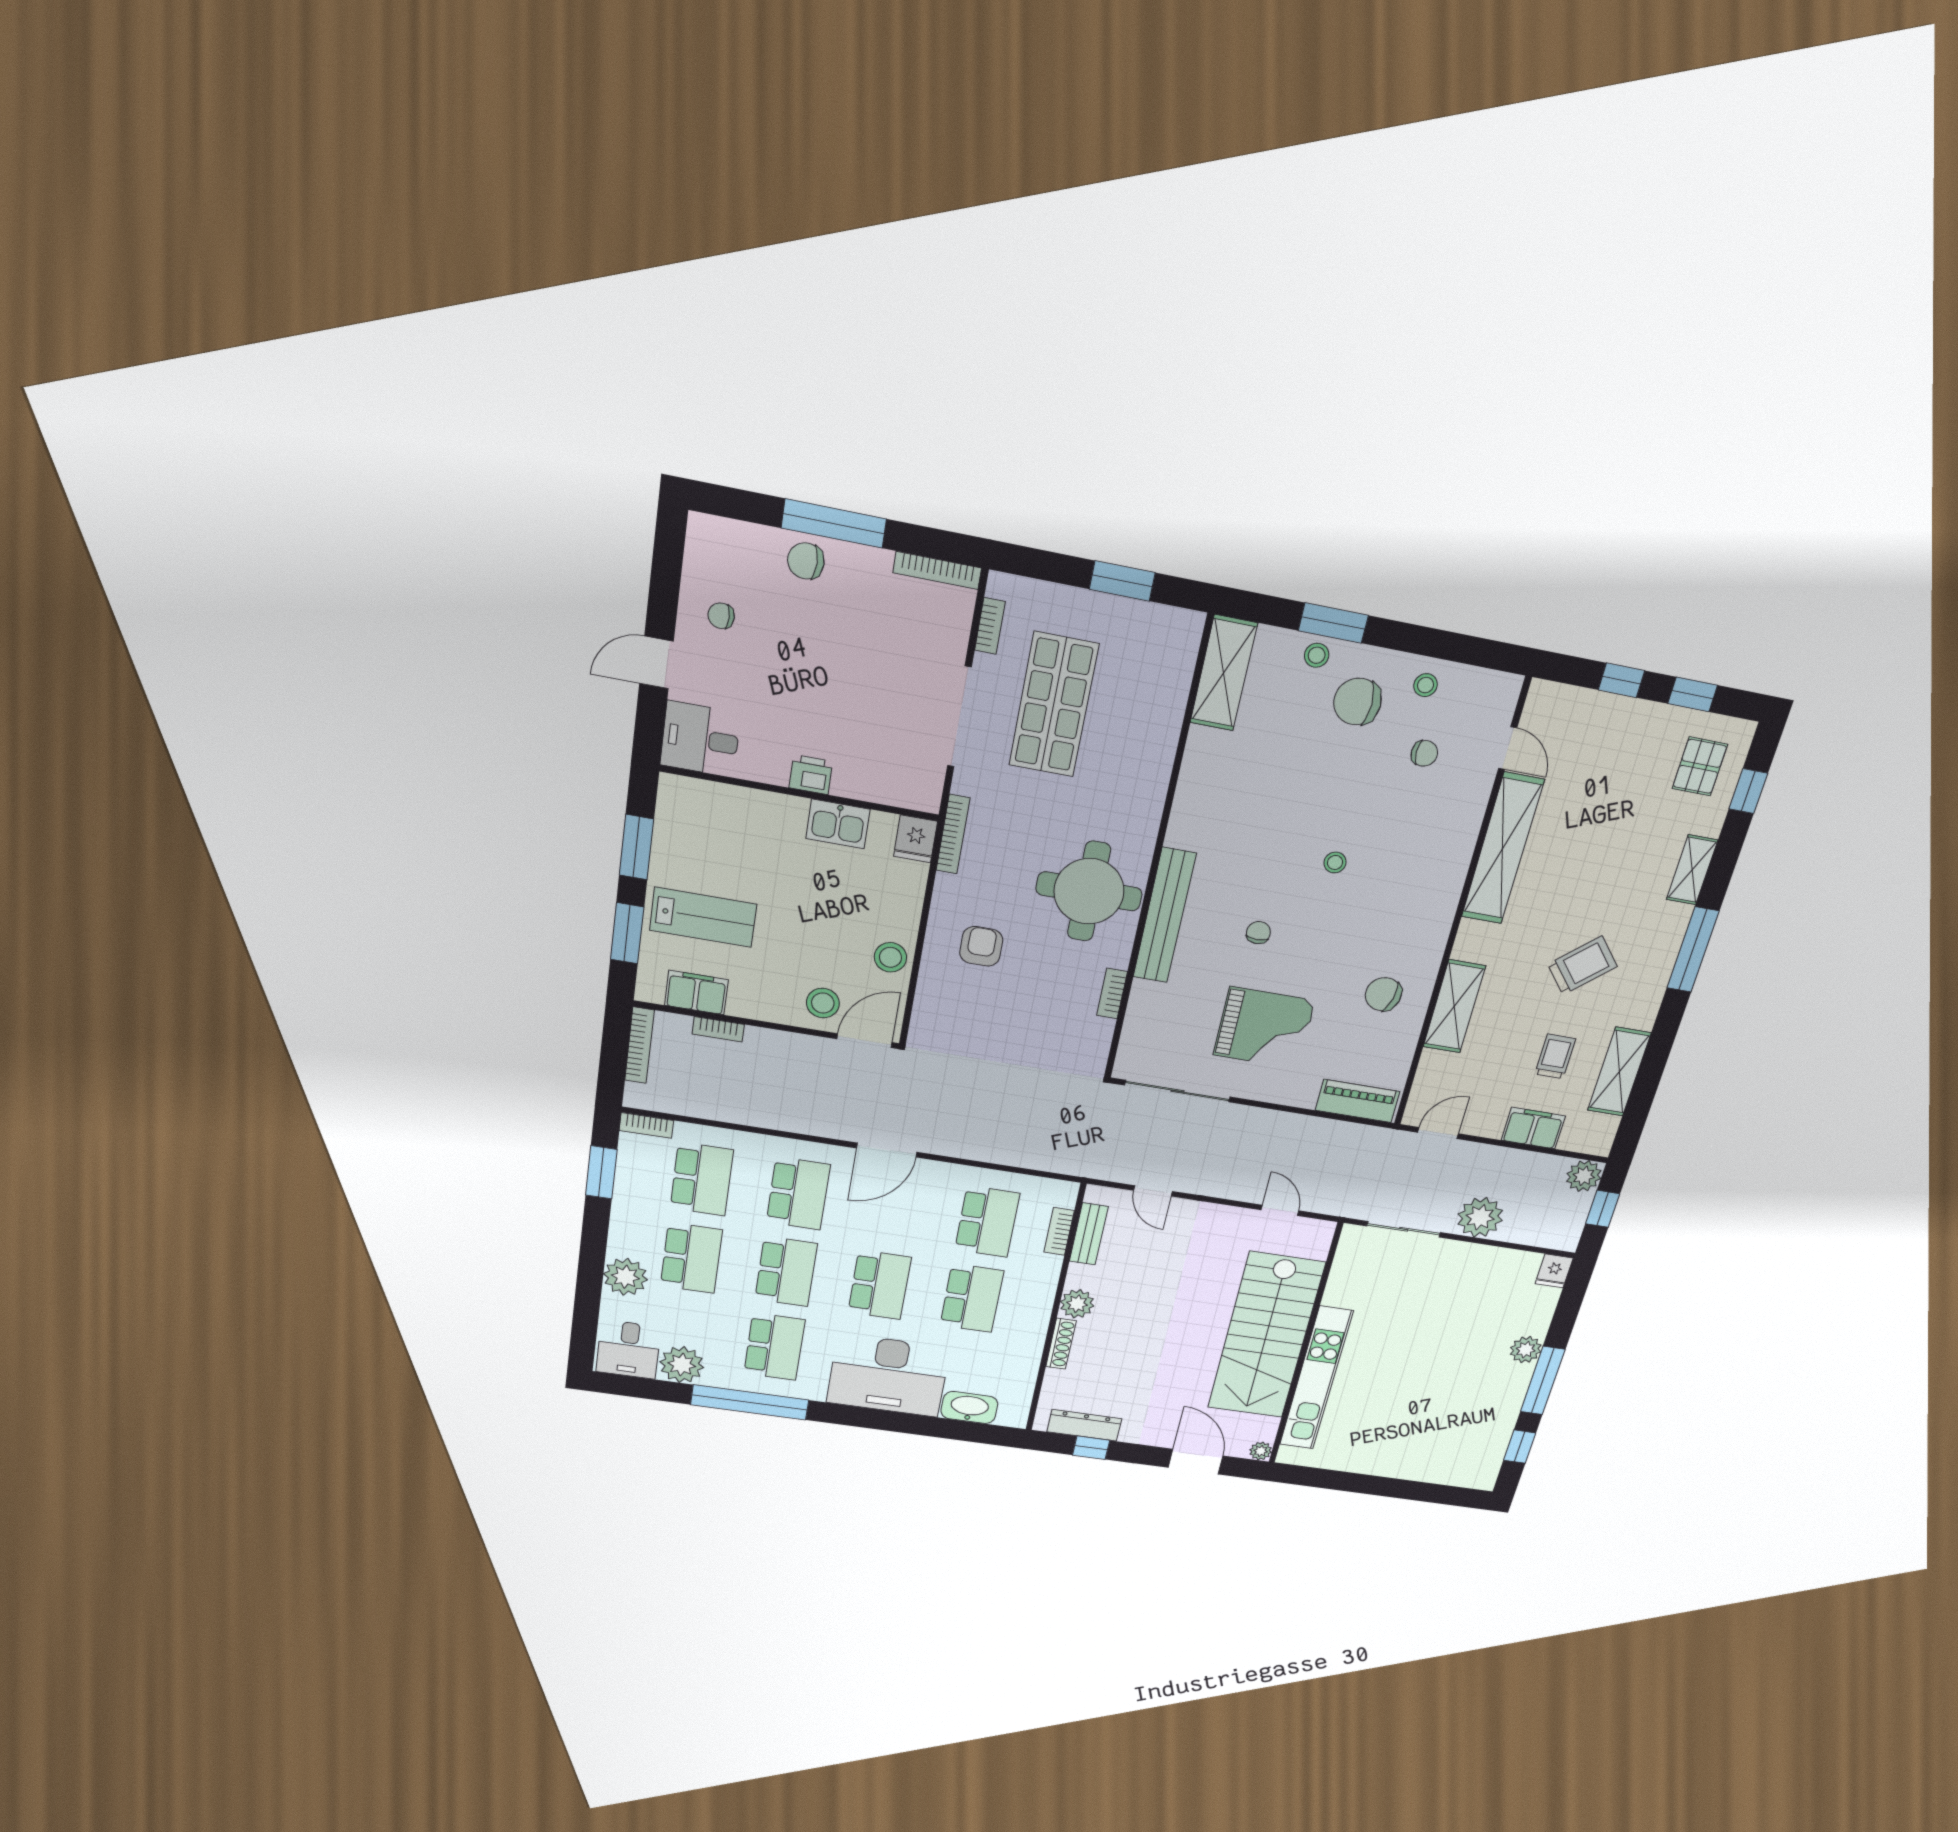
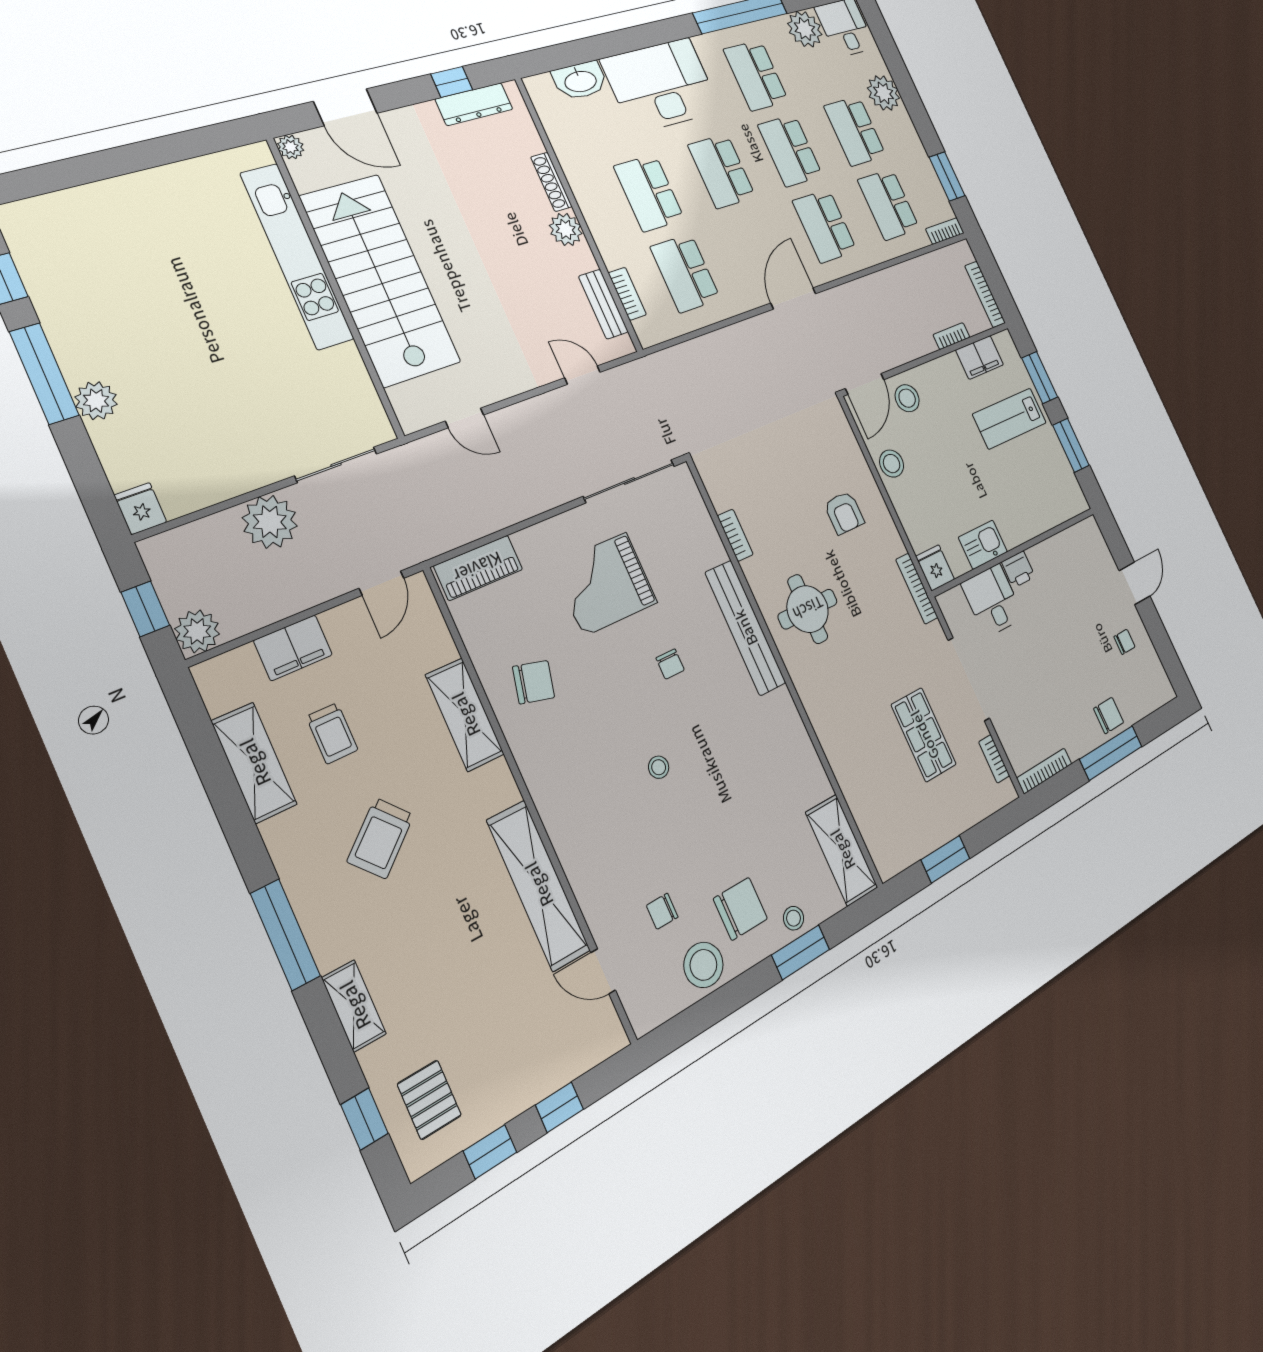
stool: (1425, 685) -> (703, 965), width x1.89, depth x1.89
shop shelf: (1054, 705) -> (924, 735), width x0.70, depth x0.74
desk: (700, 739) -> (993, 601), moved, turned -90
round table: (1089, 891) -> (808, 609), width x0.73, depth x0.73

